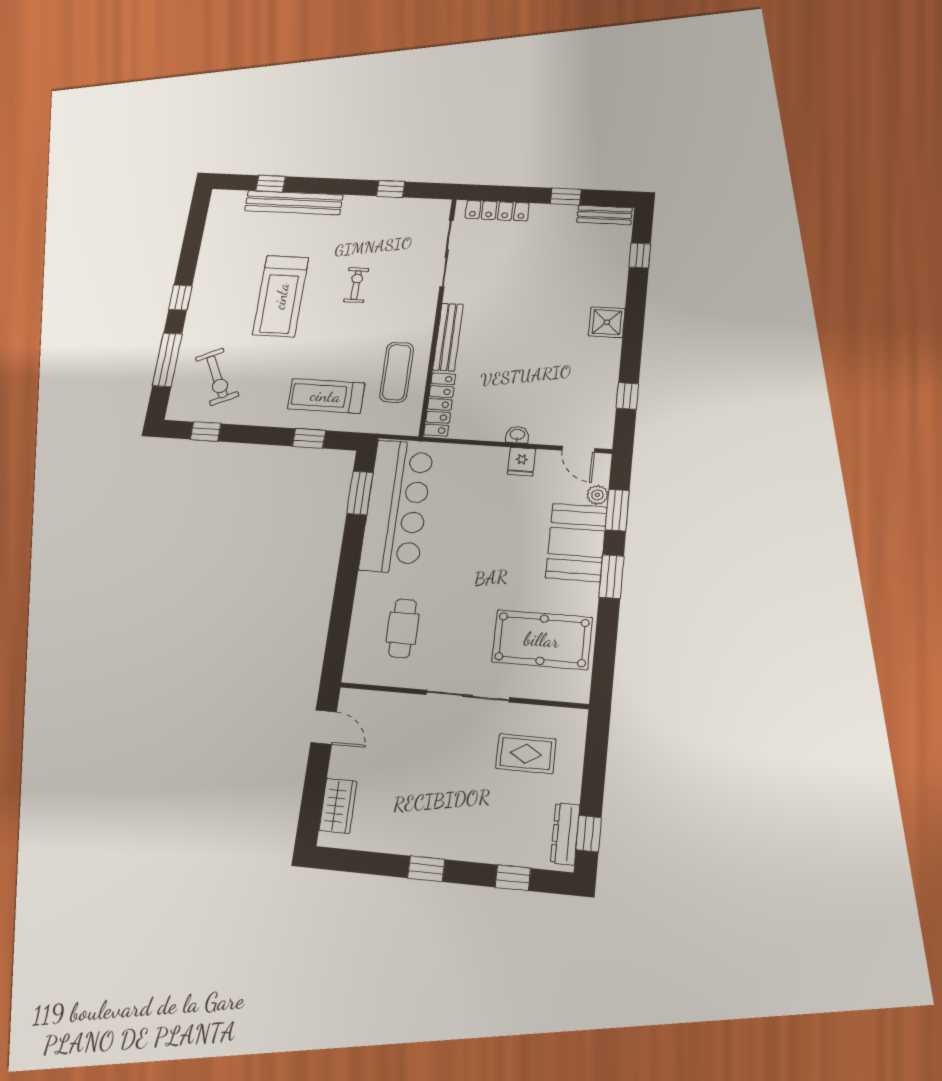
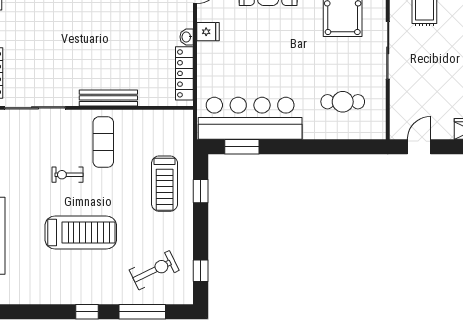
exercise mat: (397, 372) -> (103, 142), moved, turned 90
locker: (440, 404) -> (184, 73), moved, turned -90

